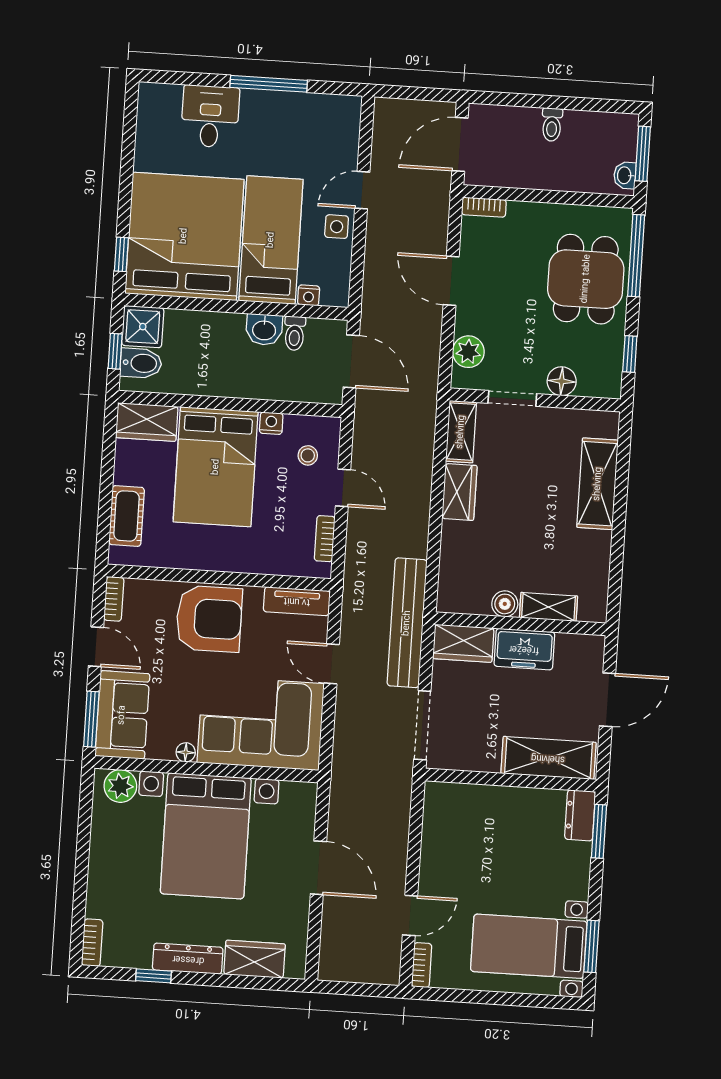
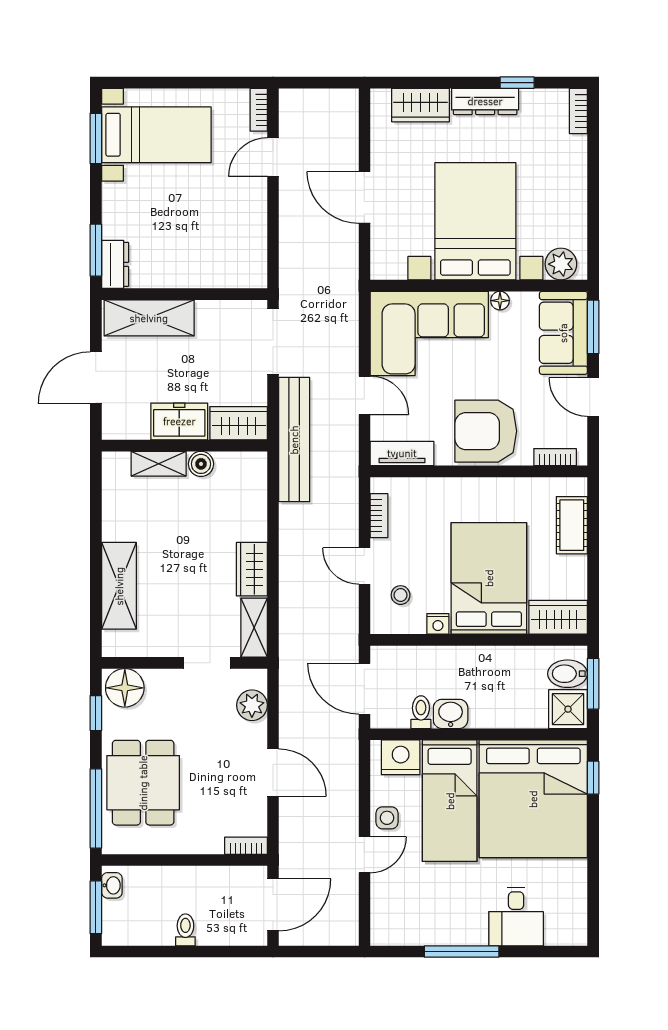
nightstand: (309, 295) -> (401, 757), width x1.89, depth x1.79
window: (115, 351) -> (593, 684), width x1.50
floor lamp: (562, 381) -> (125, 688), moved, width x1.38, depth x1.38
bookcase: (114, 599) -> (555, 457), moved, turned 90

